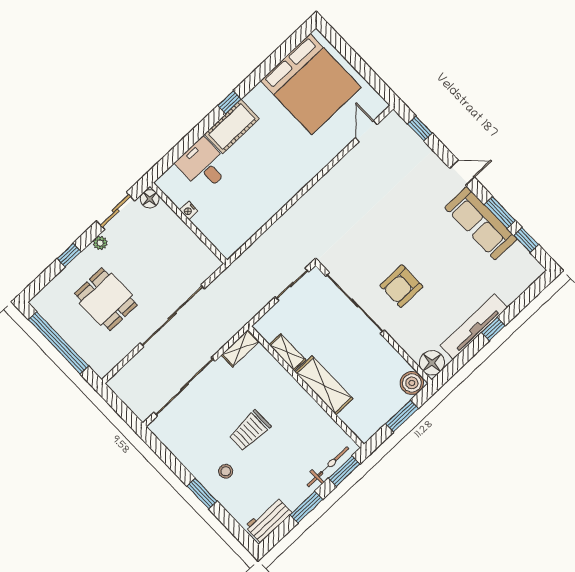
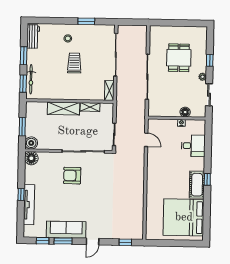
cot: (232, 126) -> (197, 185), moved
door: (366, 131) -> (146, 140), moved
floor lamp: (150, 199) -> (185, 112), moved
armchair: (401, 286) -> (72, 176), turned -90
dining table: (106, 299) -> (179, 58), turned 90
tv unit: (474, 327) -> (29, 205), moved
window: (58, 343) -> (180, 23), removed
window: (202, 494) -> (86, 21), moved

